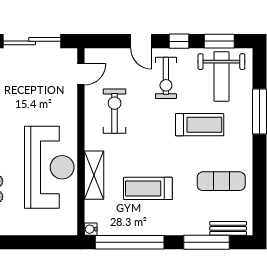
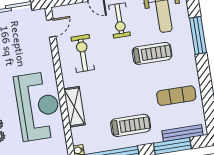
treadmill: (148, 188) -> (131, 125), moved, turned 180
bench: (228, 228) -> (182, 133), width x1.36

